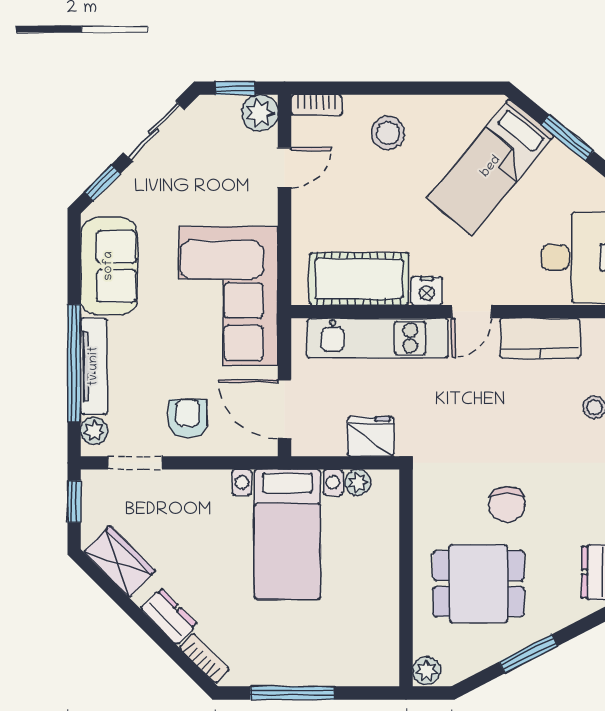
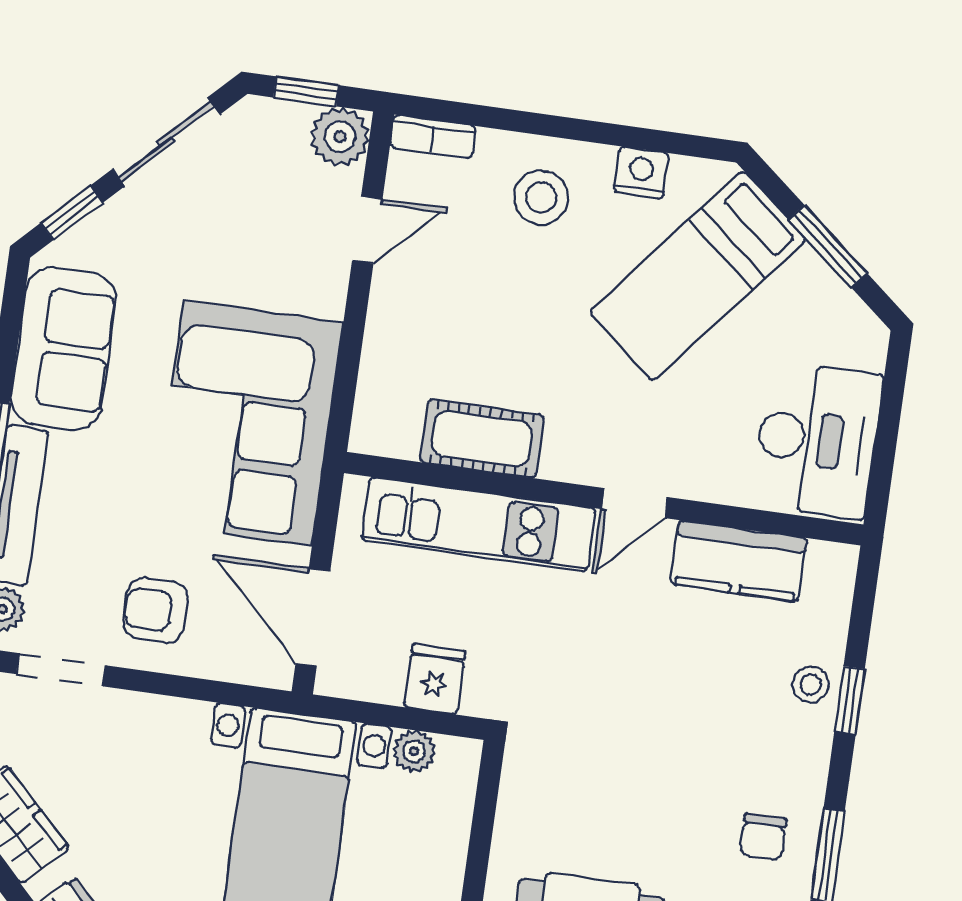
cot: (359, 279) -> (482, 439), width x0.73, depth x0.75
nightstand: (427, 291) -> (641, 173), moved, turned 180
armchair: (188, 418) -> (156, 610), turned -90
fridge: (371, 436) -> (434, 679), width x0.72
chair: (507, 505) -> (763, 837), moved, width x0.73, depth x0.73

